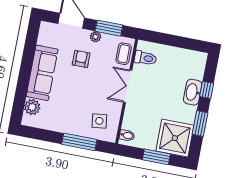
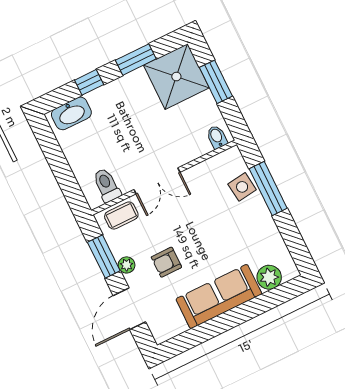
washbasin: (193, 92) -> (71, 113), moved
side table: (99, 121) -> (242, 187), moved

